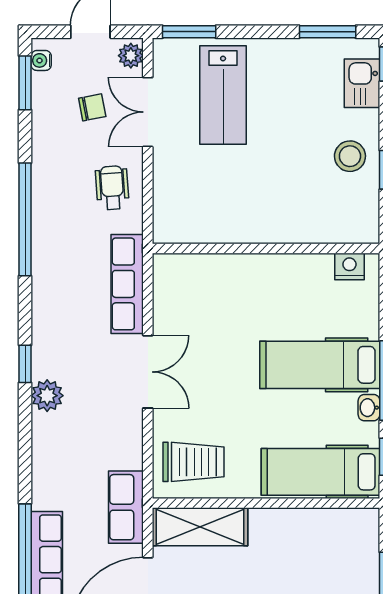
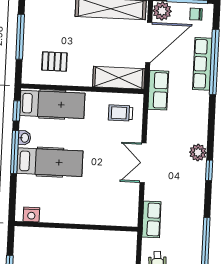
row of seats: (127, 284) -> (151, 219), width x0.68
trolley: (194, 462) -> (121, 113), width x0.73, depth x0.72
pallet: (320, 551) -> (54, 62), added

